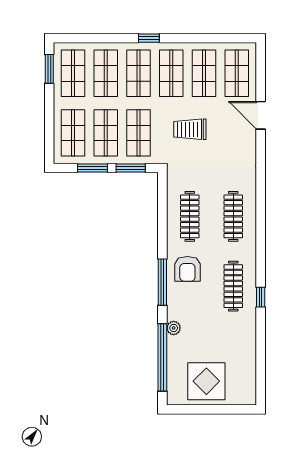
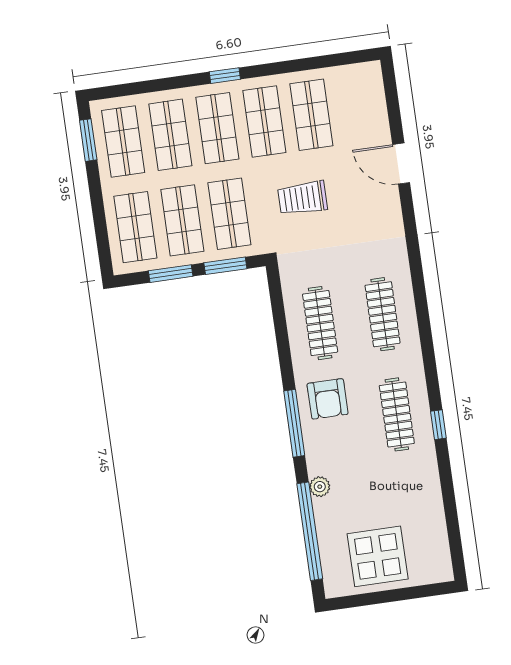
shop shelf: (237, 73) -> (358, 108), removed

